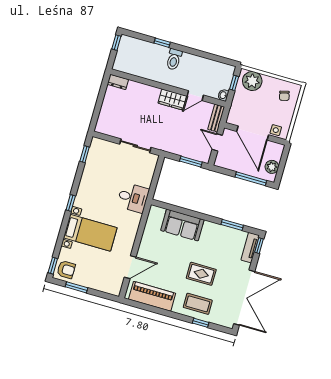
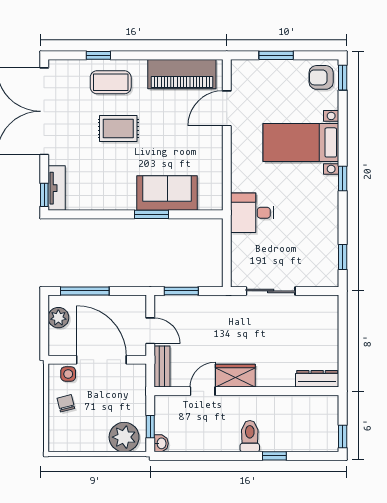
dresser: (118, 82) -> (317, 379), width x1.44
washbasin: (223, 95) -> (161, 443), moved
chair: (284, 96) -> (66, 403), moved
window: (232, 225) -> (152, 214), moved
window: (76, 287) -> (276, 55), moved

